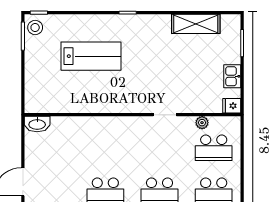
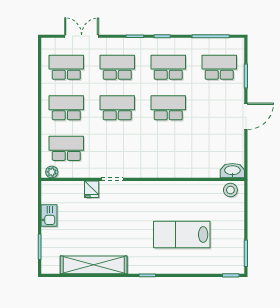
shelving: (196, 24) -> (94, 265), width x1.47
stool: (35, 27) -> (230, 190), moved
fridge: (232, 106) -> (92, 189), moved, turned 90
plant: (202, 123) -> (52, 172), moved

